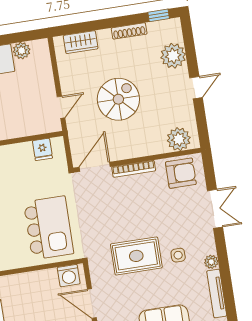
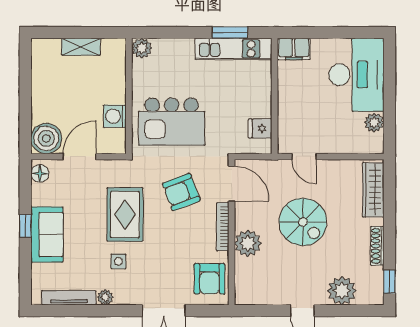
wardrobe: (81, 42) -> (373, 190), width x1.50
plant: (179, 139) -> (248, 243), moved
armchair: (109, 210) -> (181, 192), added
washing machine: (69, 276) -> (115, 116), moved

